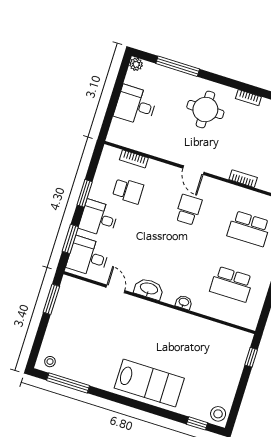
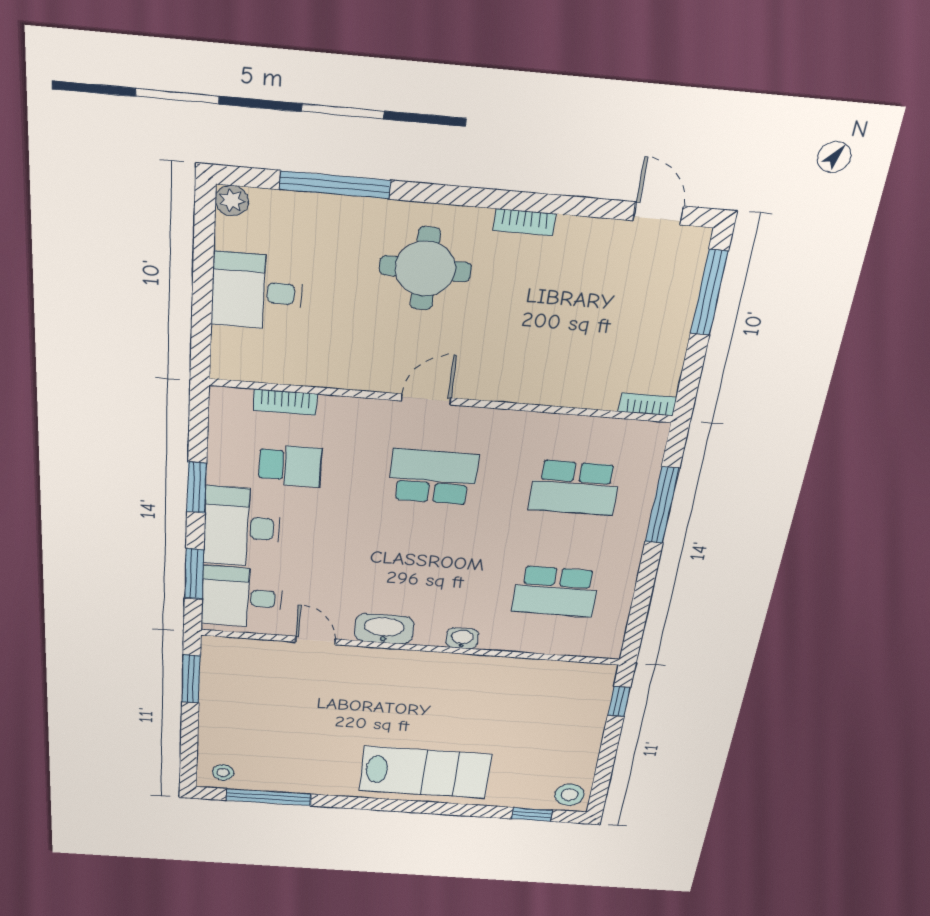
door: (193, 170) -> (426, 399), swing flipped
bookcase: (243, 179) -> (544, 395), removed
school desk: (188, 210) -> (433, 477), width x1.85
desk: (99, 218) -> (242, 527), width x1.37

